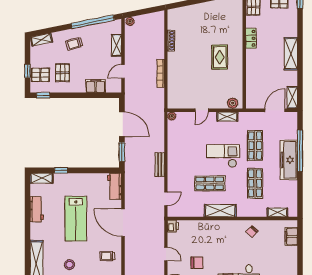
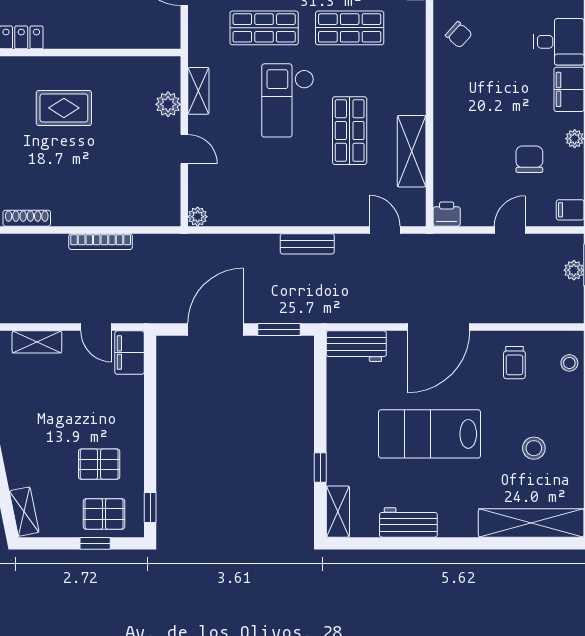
trolley: (74, 44) -> (33, 437), removed
pallet: (40, 75) -> (104, 514), turned 90
filing cabinet: (96, 86) -> (130, 353), moved
plant: (233, 103) -> (168, 104), moved
shelving: (220, 211) -> (412, 151), moved
lab bench: (76, 219) -> (430, 434), turned 180

